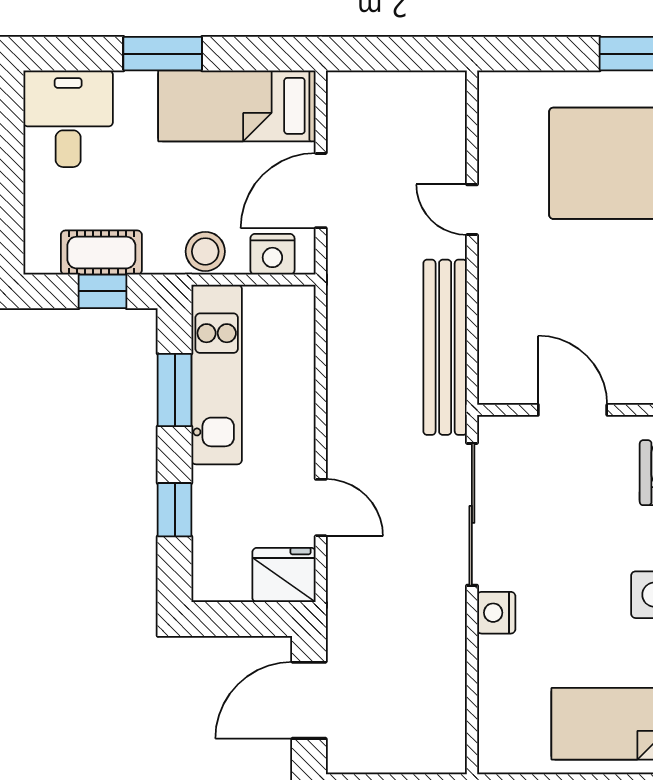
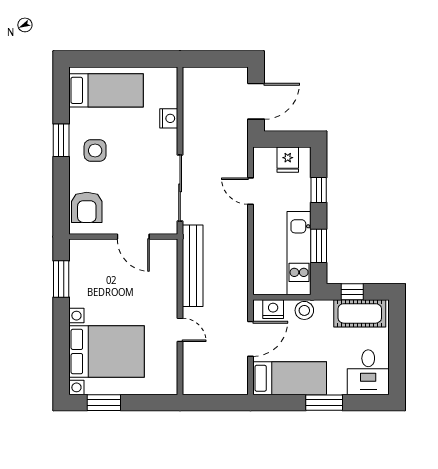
cot: (101, 253) -> (360, 313), width x1.37, depth x1.34
fridge: (284, 575) -> (288, 160), moved, width x0.72
nightstand: (496, 613) -> (169, 118), moved

